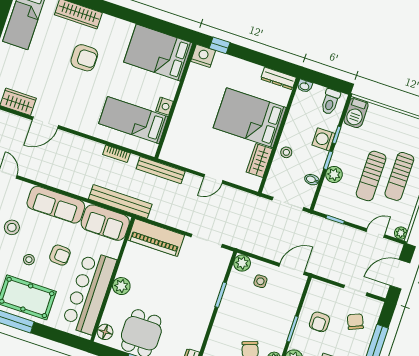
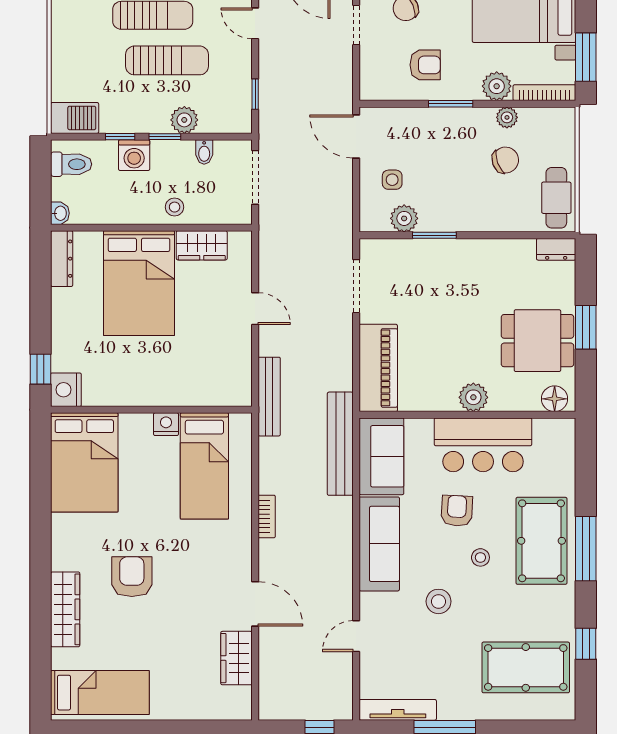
bookcase: (116, 154) -> (267, 516), moved
plant: (242, 263) -> (404, 218), moved
bar counter: (89, 293) -> (483, 445), width x0.73

